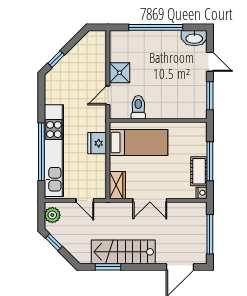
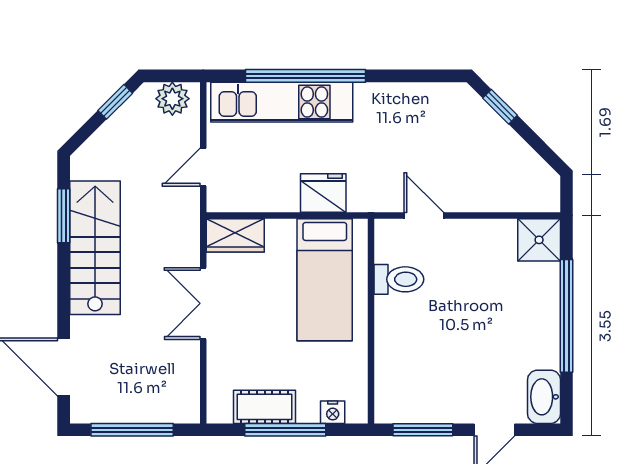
shower: (120, 73) -> (539, 240), moved
kitchen unit: (54, 151) -> (282, 102), width x0.73
nightstand: (202, 193) -> (333, 412), moved

